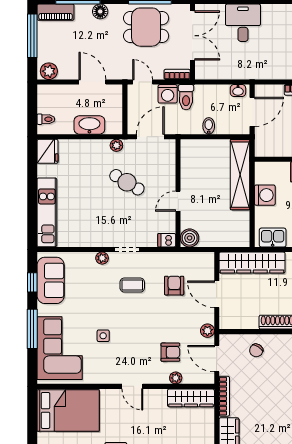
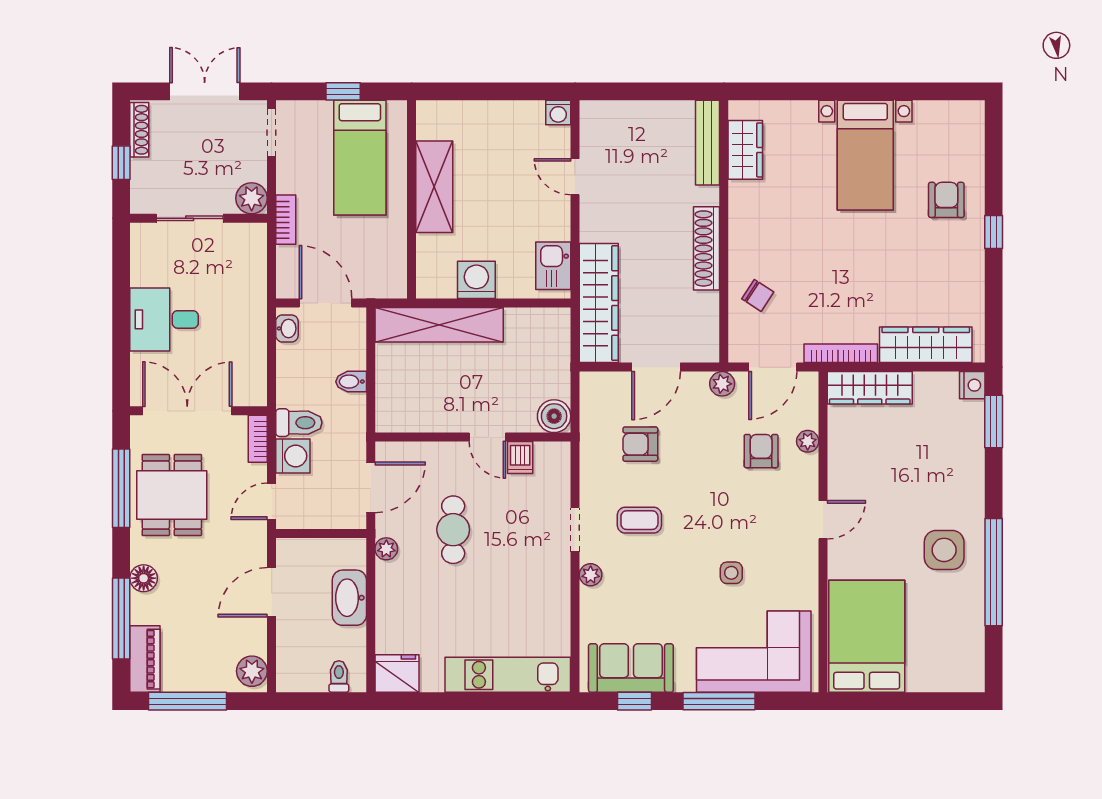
door: (150, 137) -> (371, 487), swing flipped
cafe table: (127, 182) -> (453, 530), turned -31
dishwasher: (167, 240) -> (520, 458), moved
coffee table: (132, 285) -> (639, 520), turned 90
wardrobe: (191, 398) -> (870, 388), moved, turned 90

